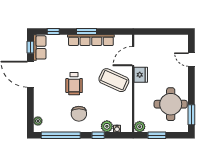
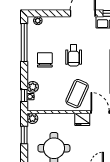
wheelchair: (74, 84) -> (74, 55), turned -90
chair: (79, 114) -> (45, 60), turned 90
window: (98, 135) -> (24, 95), moved

